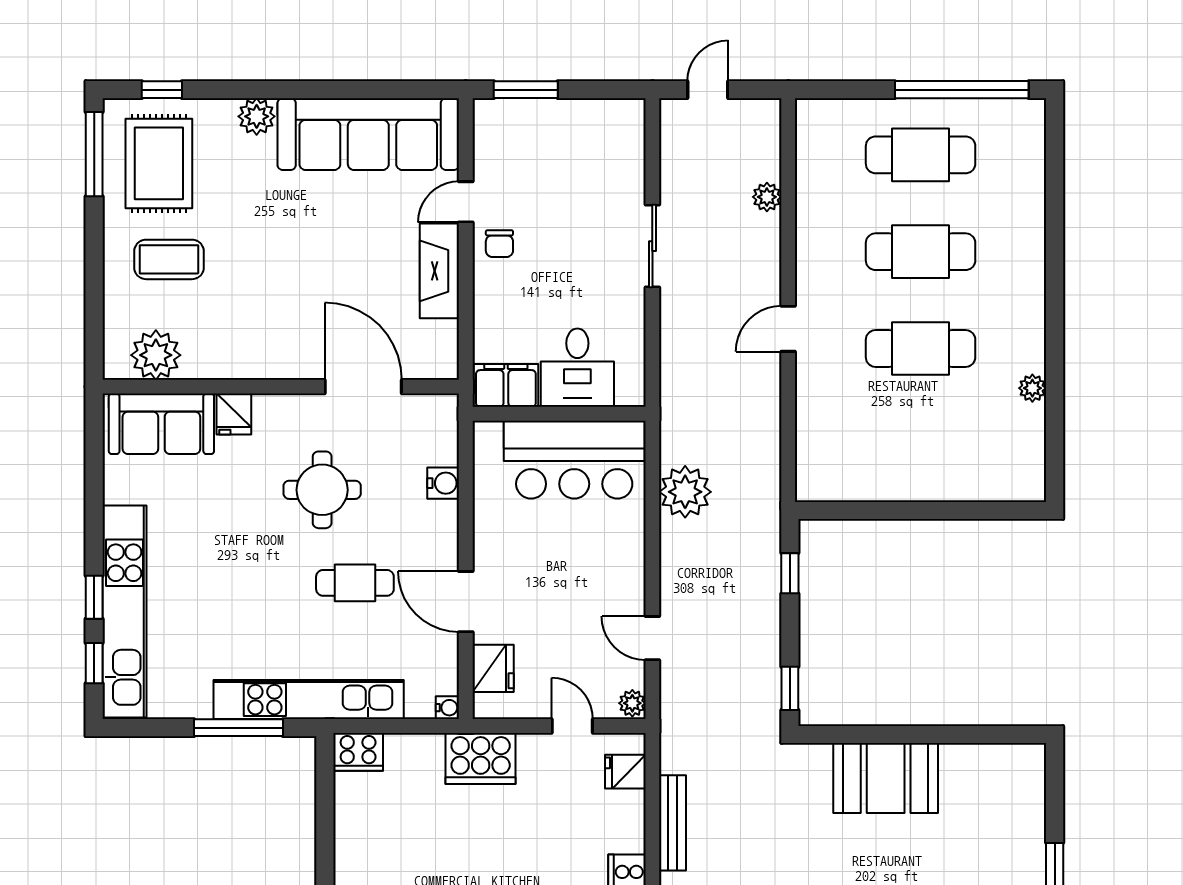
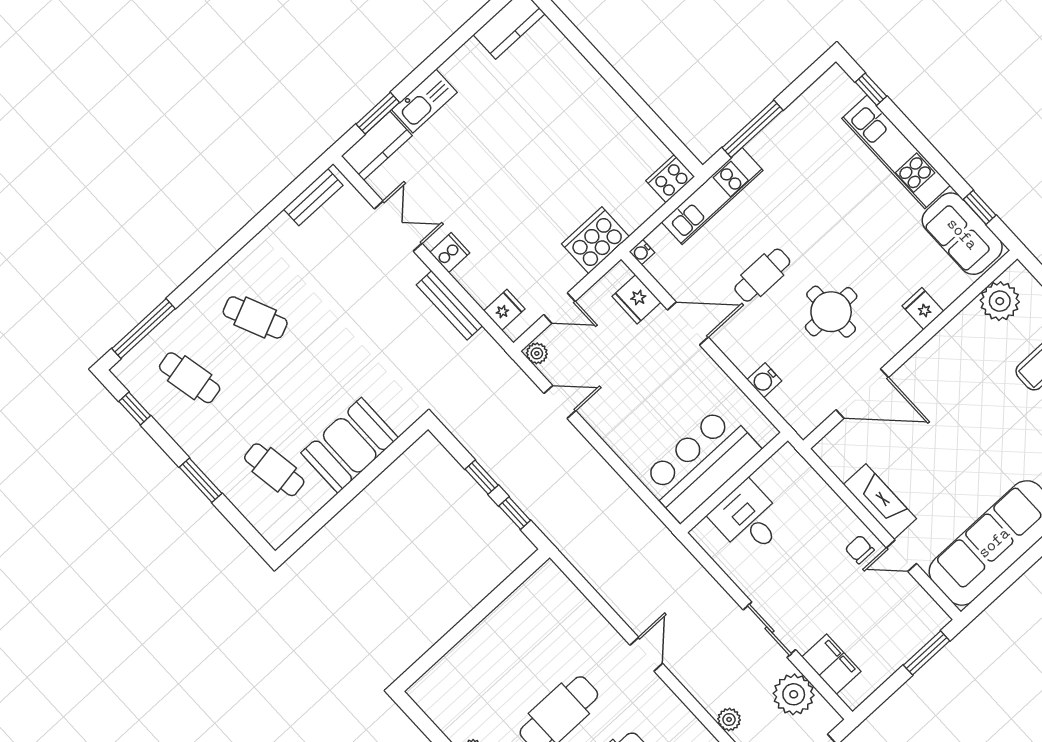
door: (466, 202) -> (901, 556), swing flipped
filing cabinet: (506, 385) -> (831, 664), moved, turned -90
sofa: (161, 424) -> (962, 234), moved, turned -90
plant: (685, 492) -> (794, 694), moved
window: (94, 597) -> (980, 207), moved
kitchen unit: (125, 611) -> (896, 152), width x0.73
window: (790, 688) -> (482, 477), moved
kitchen unit: (309, 700) -> (712, 196), width x0.73
cafe table: (977, 820) -> (274, 470), added

